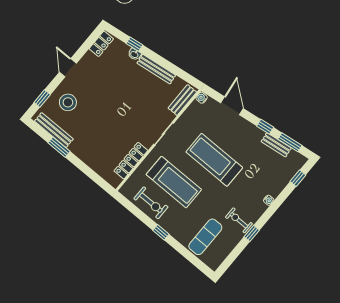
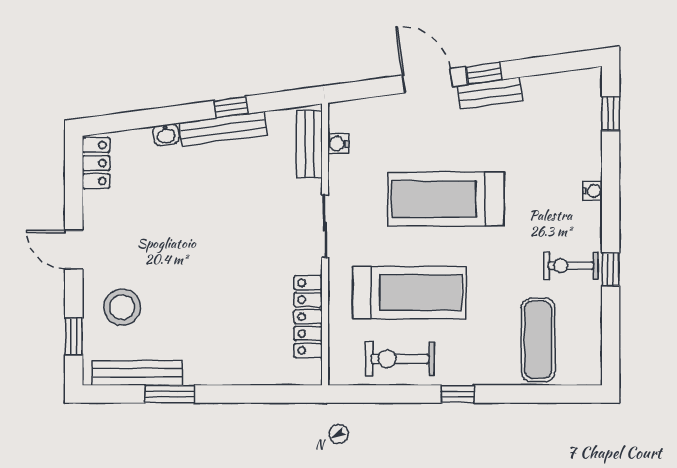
window: (134, 44) -> (231, 107), moved
water cooler: (202, 98) -> (338, 144), moved
door: (232, 106) -> (427, 81), moved
window: (290, 142) -> (547, 65), removed
bench: (276, 145) -> (490, 93), moved
exercise bike: (151, 203) -> (400, 359), turned 180

